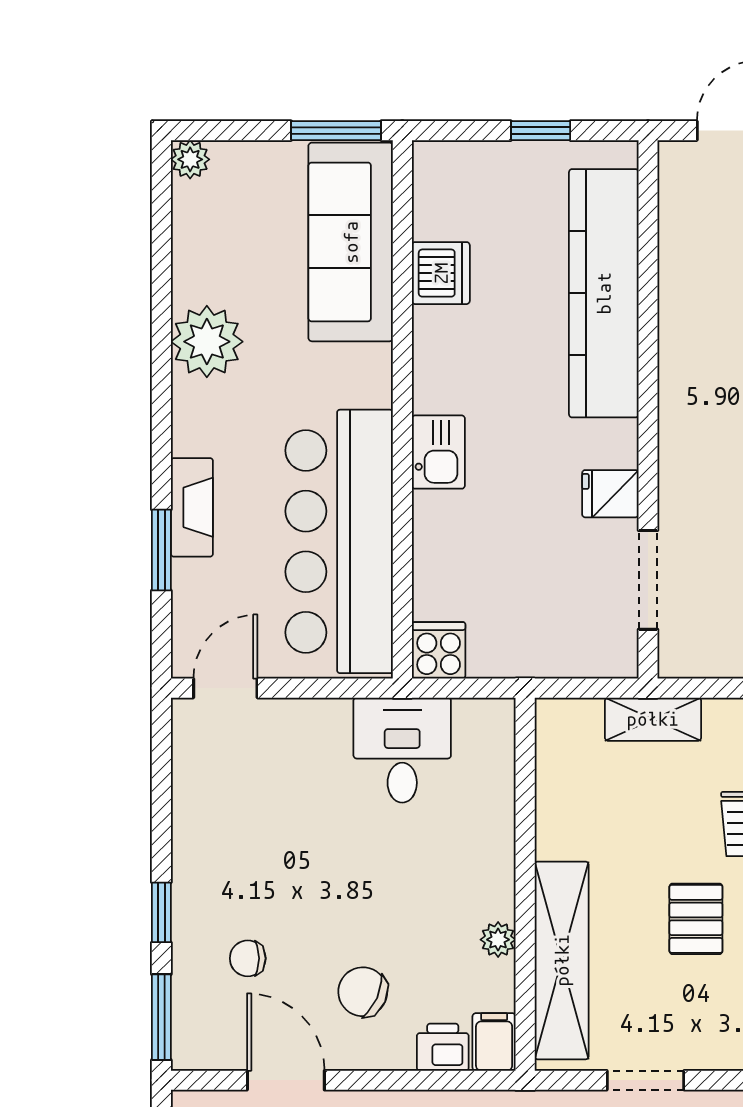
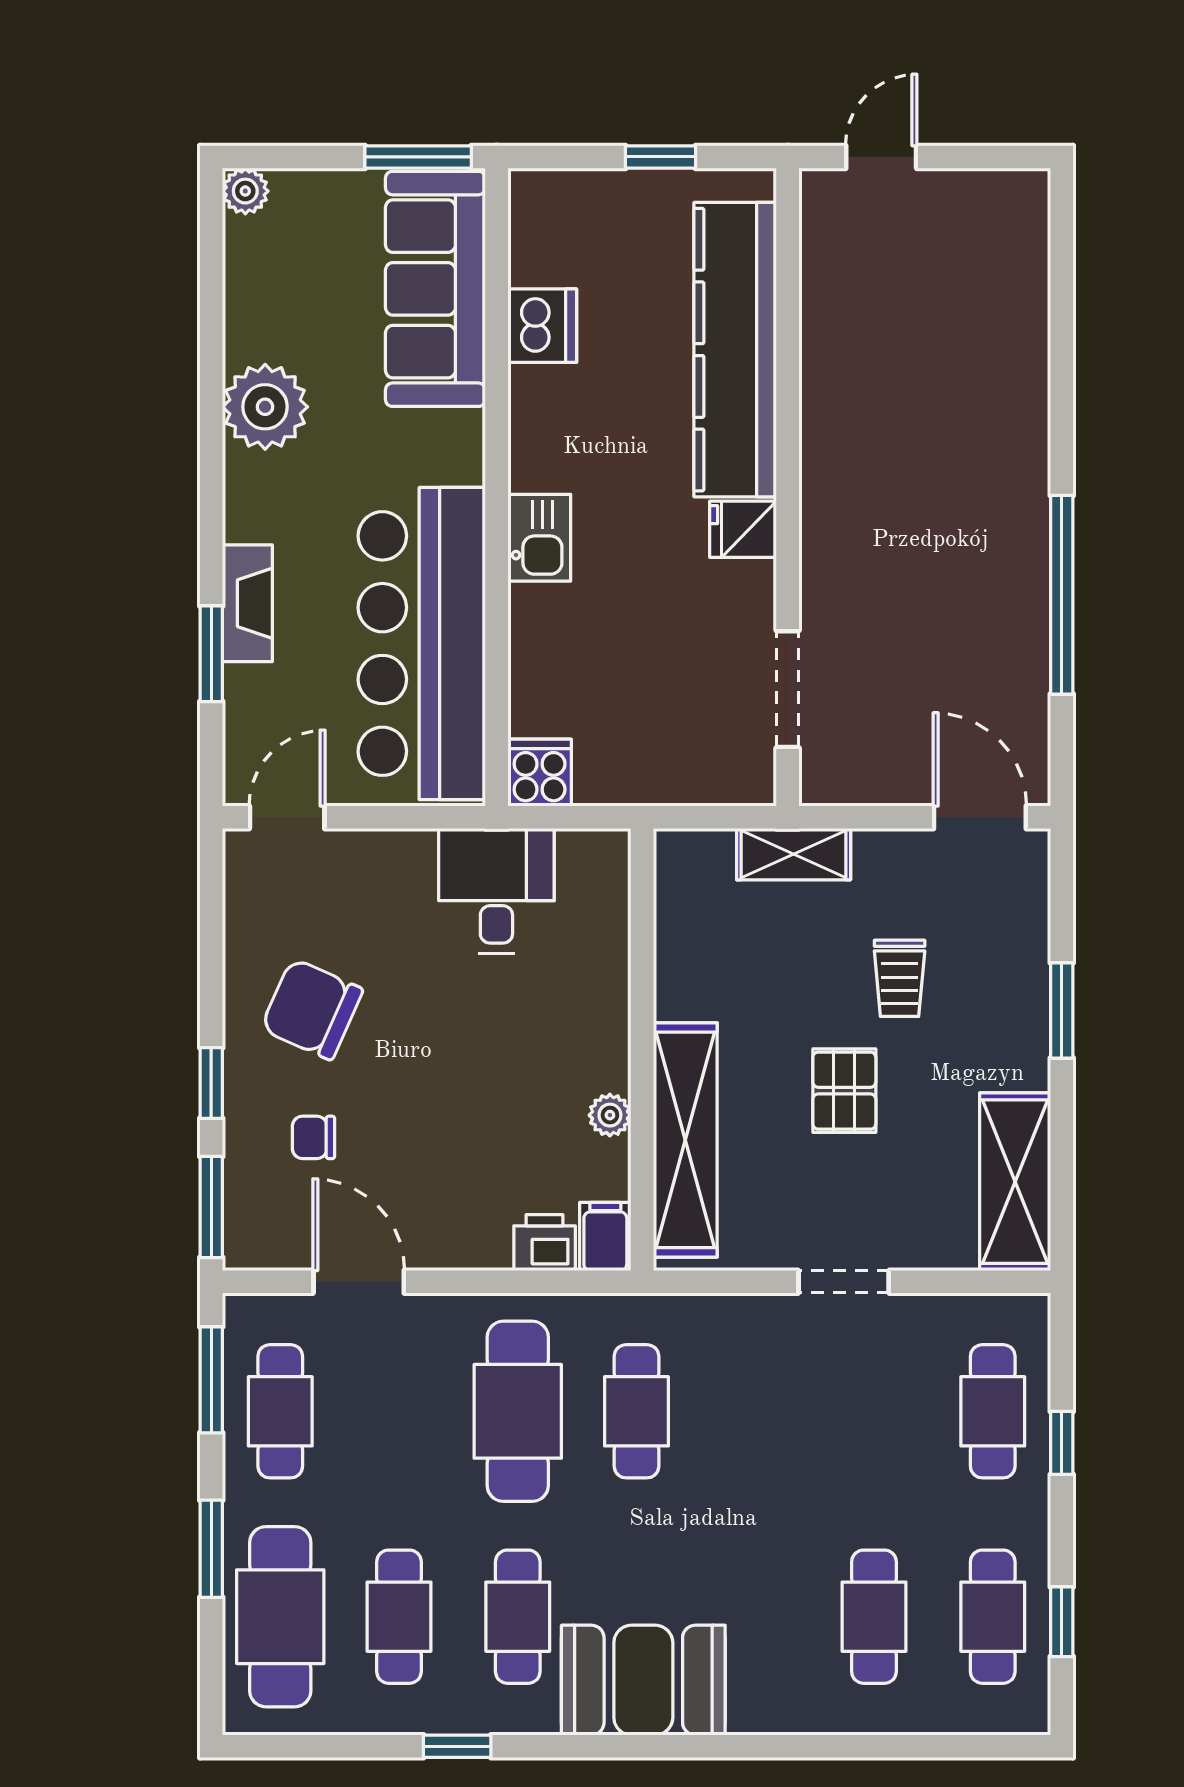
fridge: (610, 494) -> (743, 529), moved
chair: (363, 992) -> (312, 1009), moved, width x1.37, depth x1.37
doorway: (646, 1080) -> (844, 1282), moved

